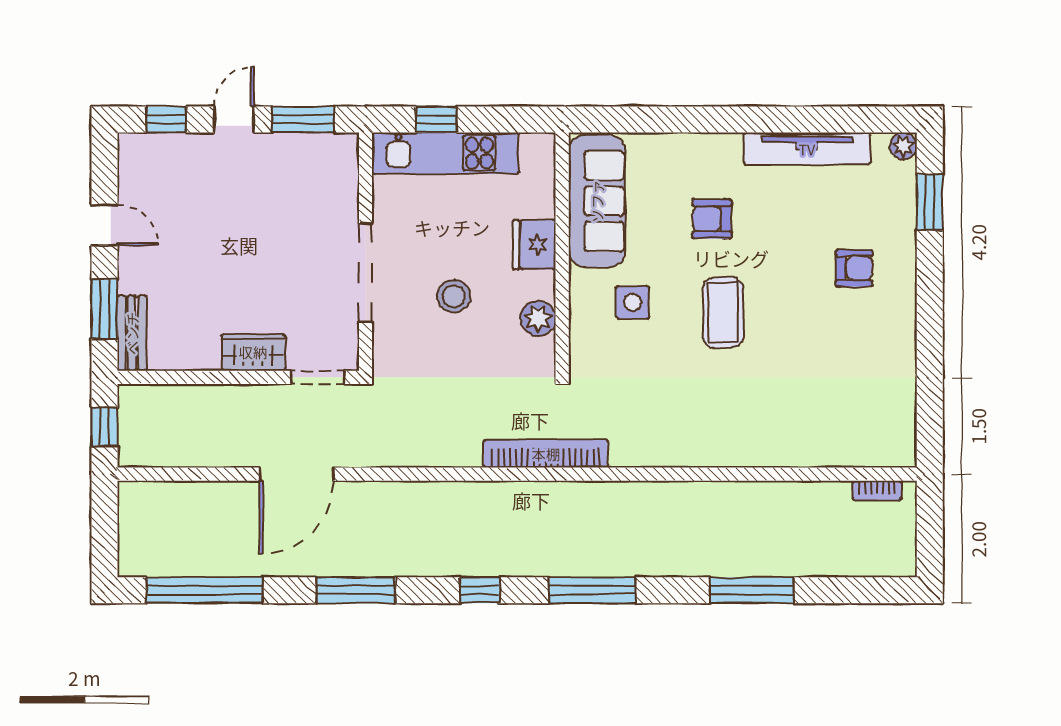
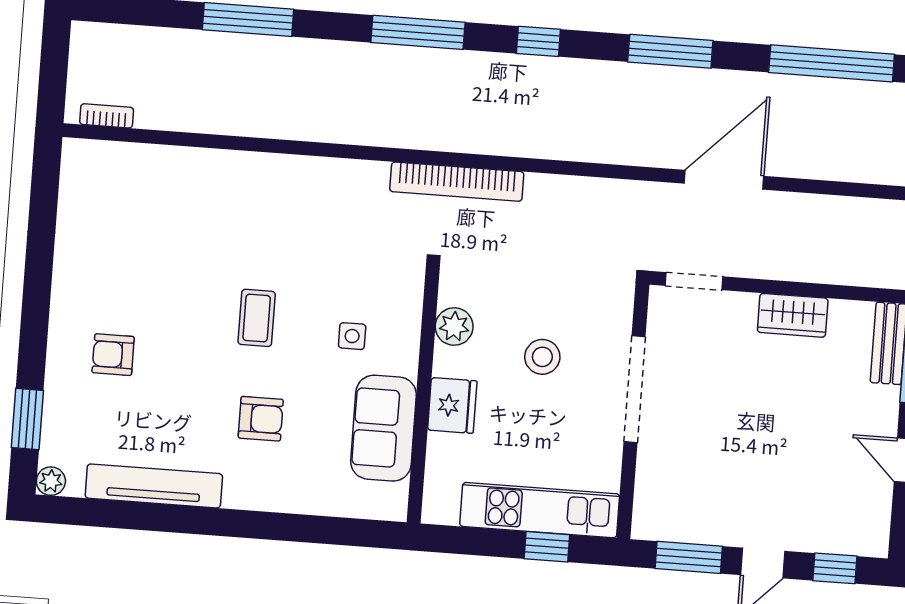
sofa: (597, 201) -> (384, 428), width x0.73
side table: (633, 302) -> (352, 336), width x0.73, depth x0.73
coffee table: (723, 312) -> (257, 318), width x0.73, depth x0.77
wardrobe: (253, 352) -> (793, 315), moved

